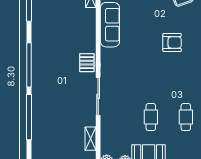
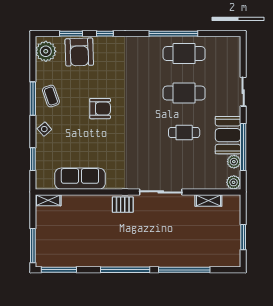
armchair: (172, 42) -> (100, 109), turned 90
cafe table: (186, 117) -> (184, 93), width x1.37, depth x1.35

